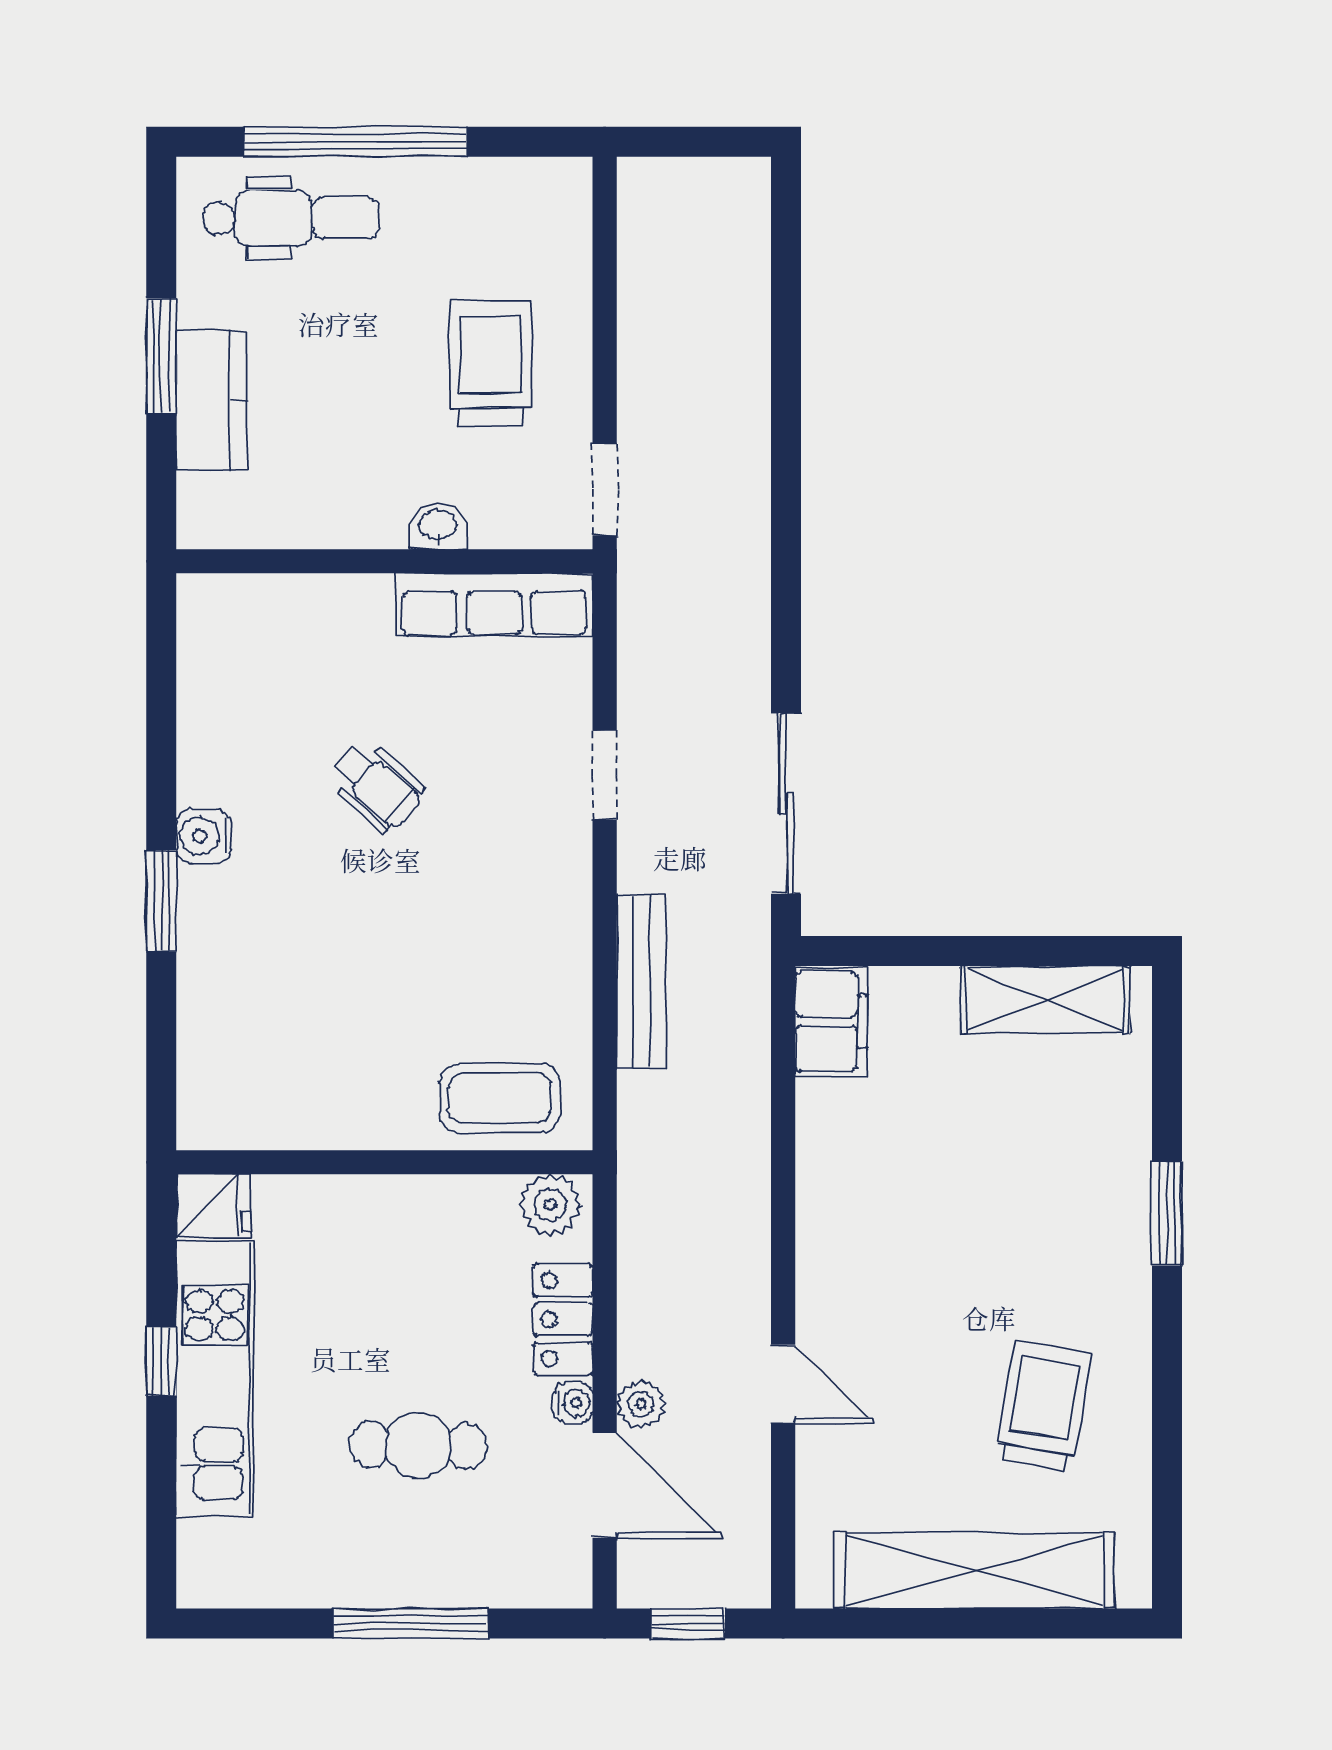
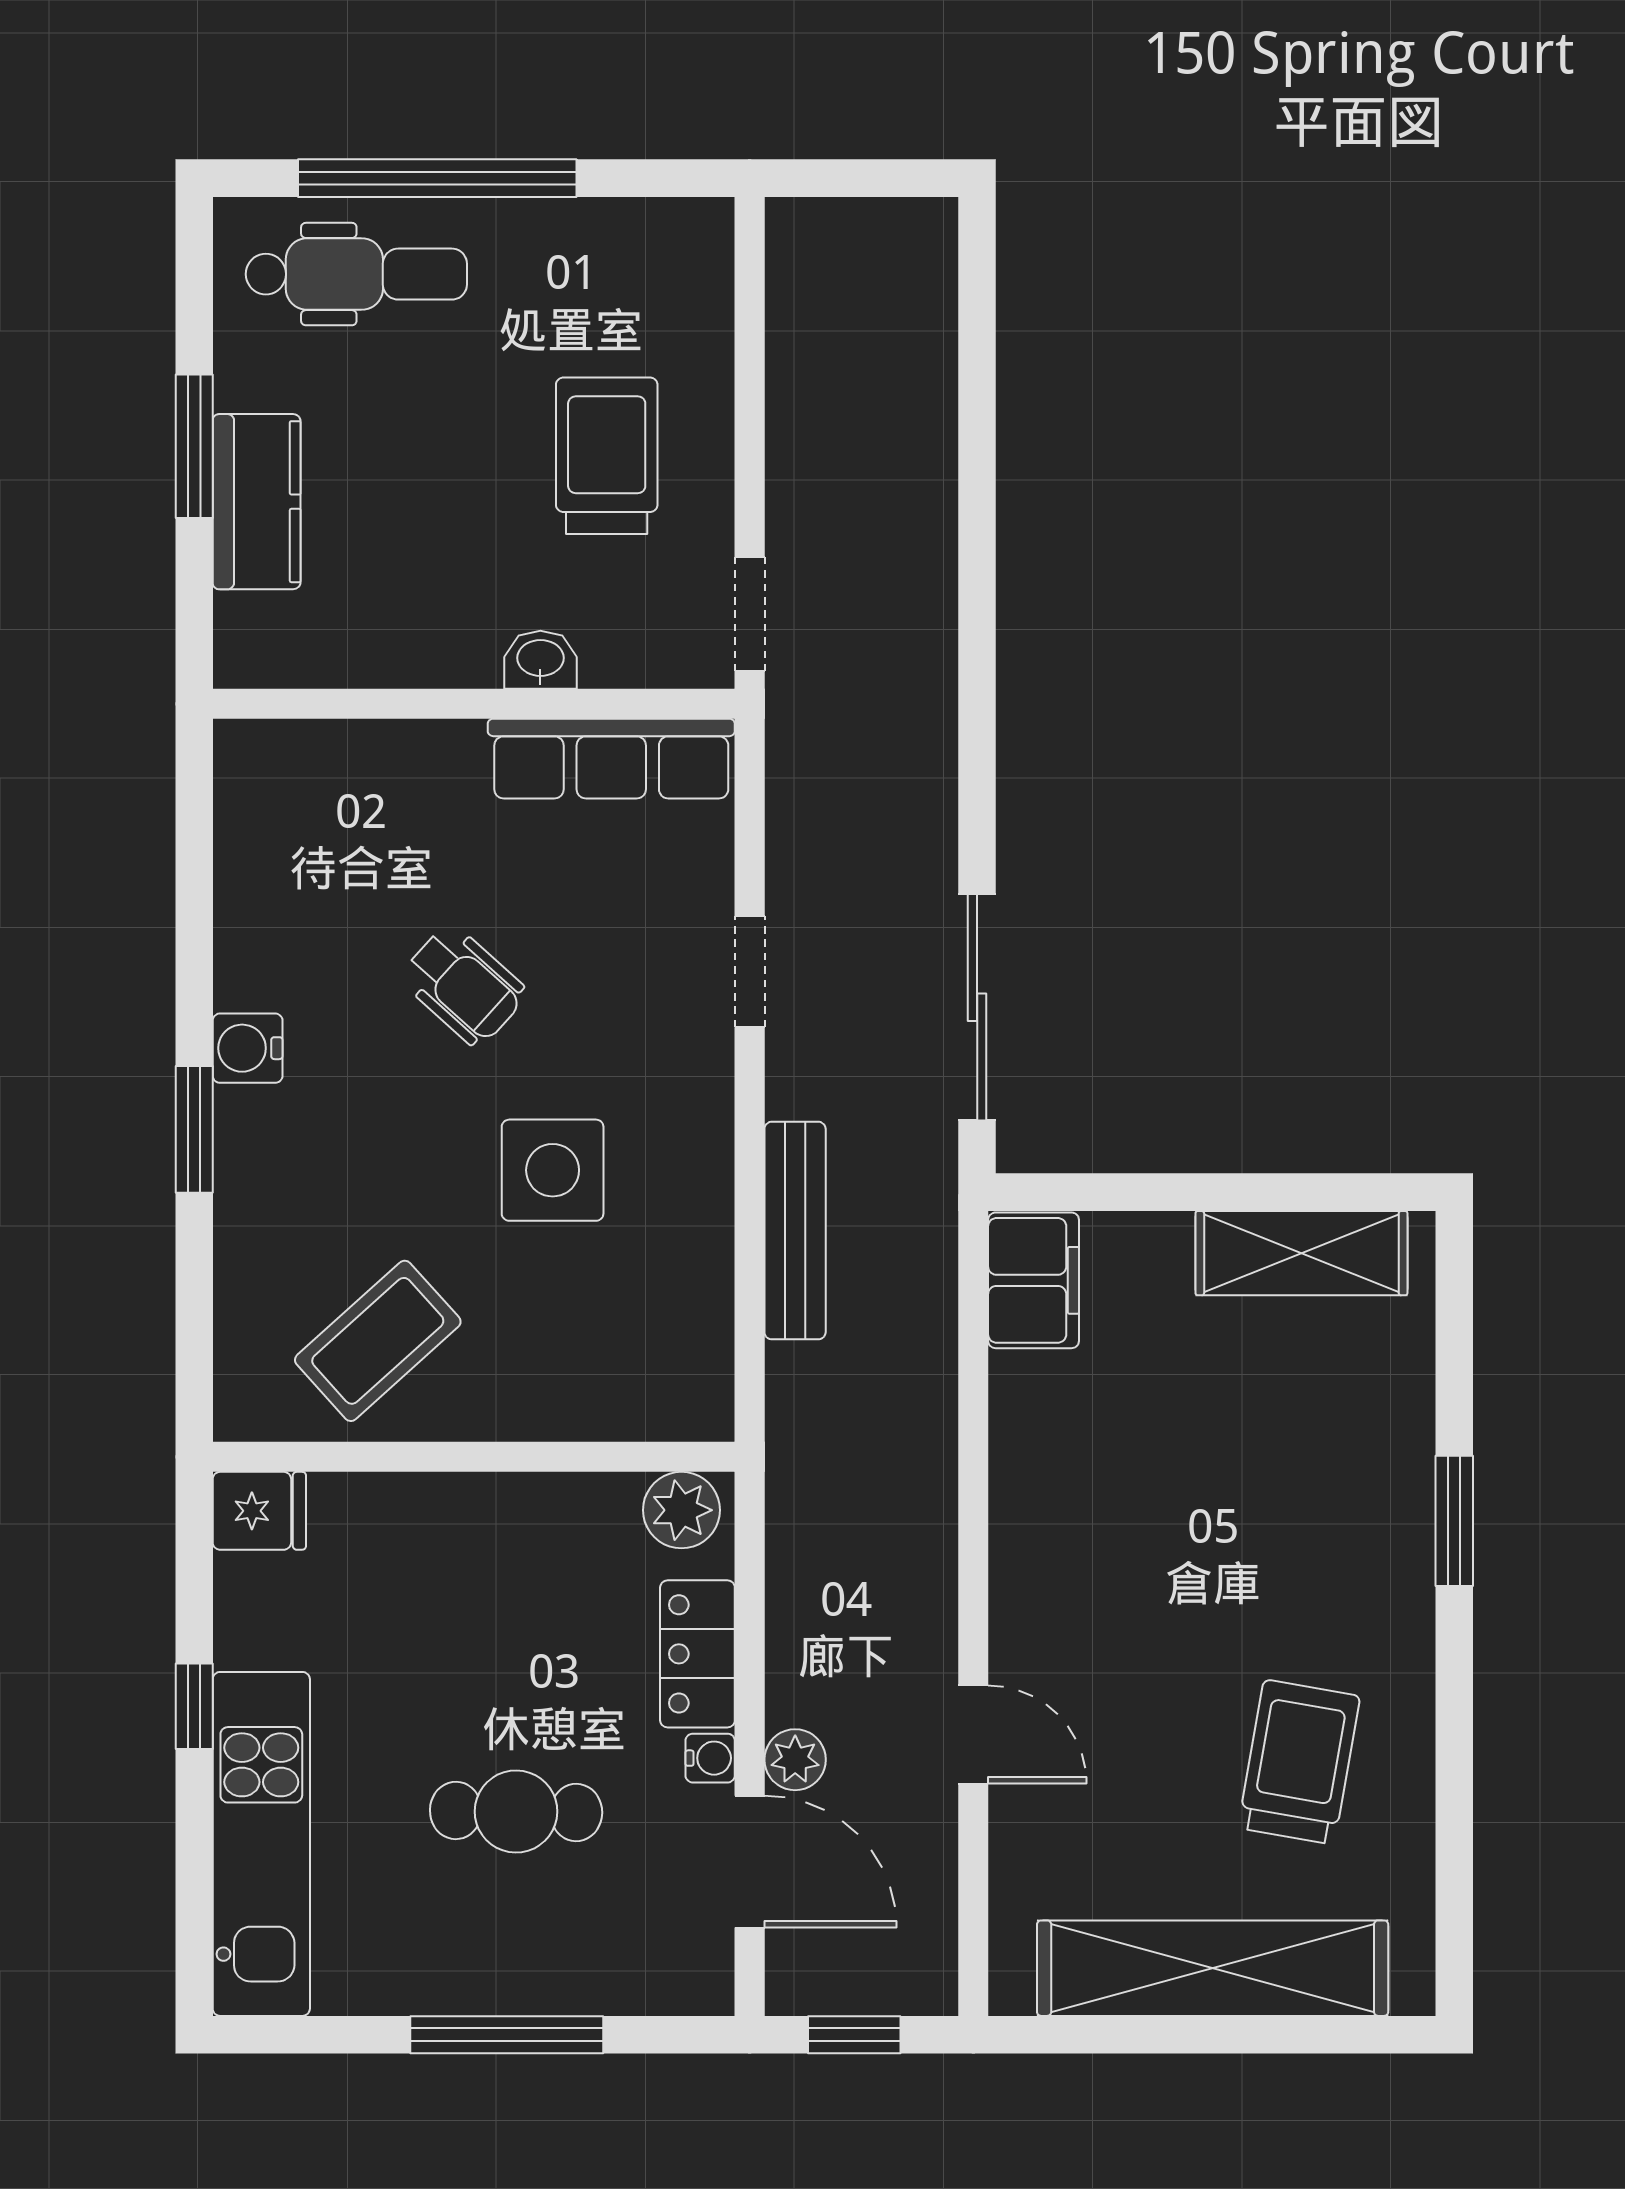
side table: (447, 933) -> (553, 1170), added
coffee table: (500, 1098) -> (378, 1341), moved, turned -42
kitchen unit: (215, 1379) -> (261, 1844), moved

